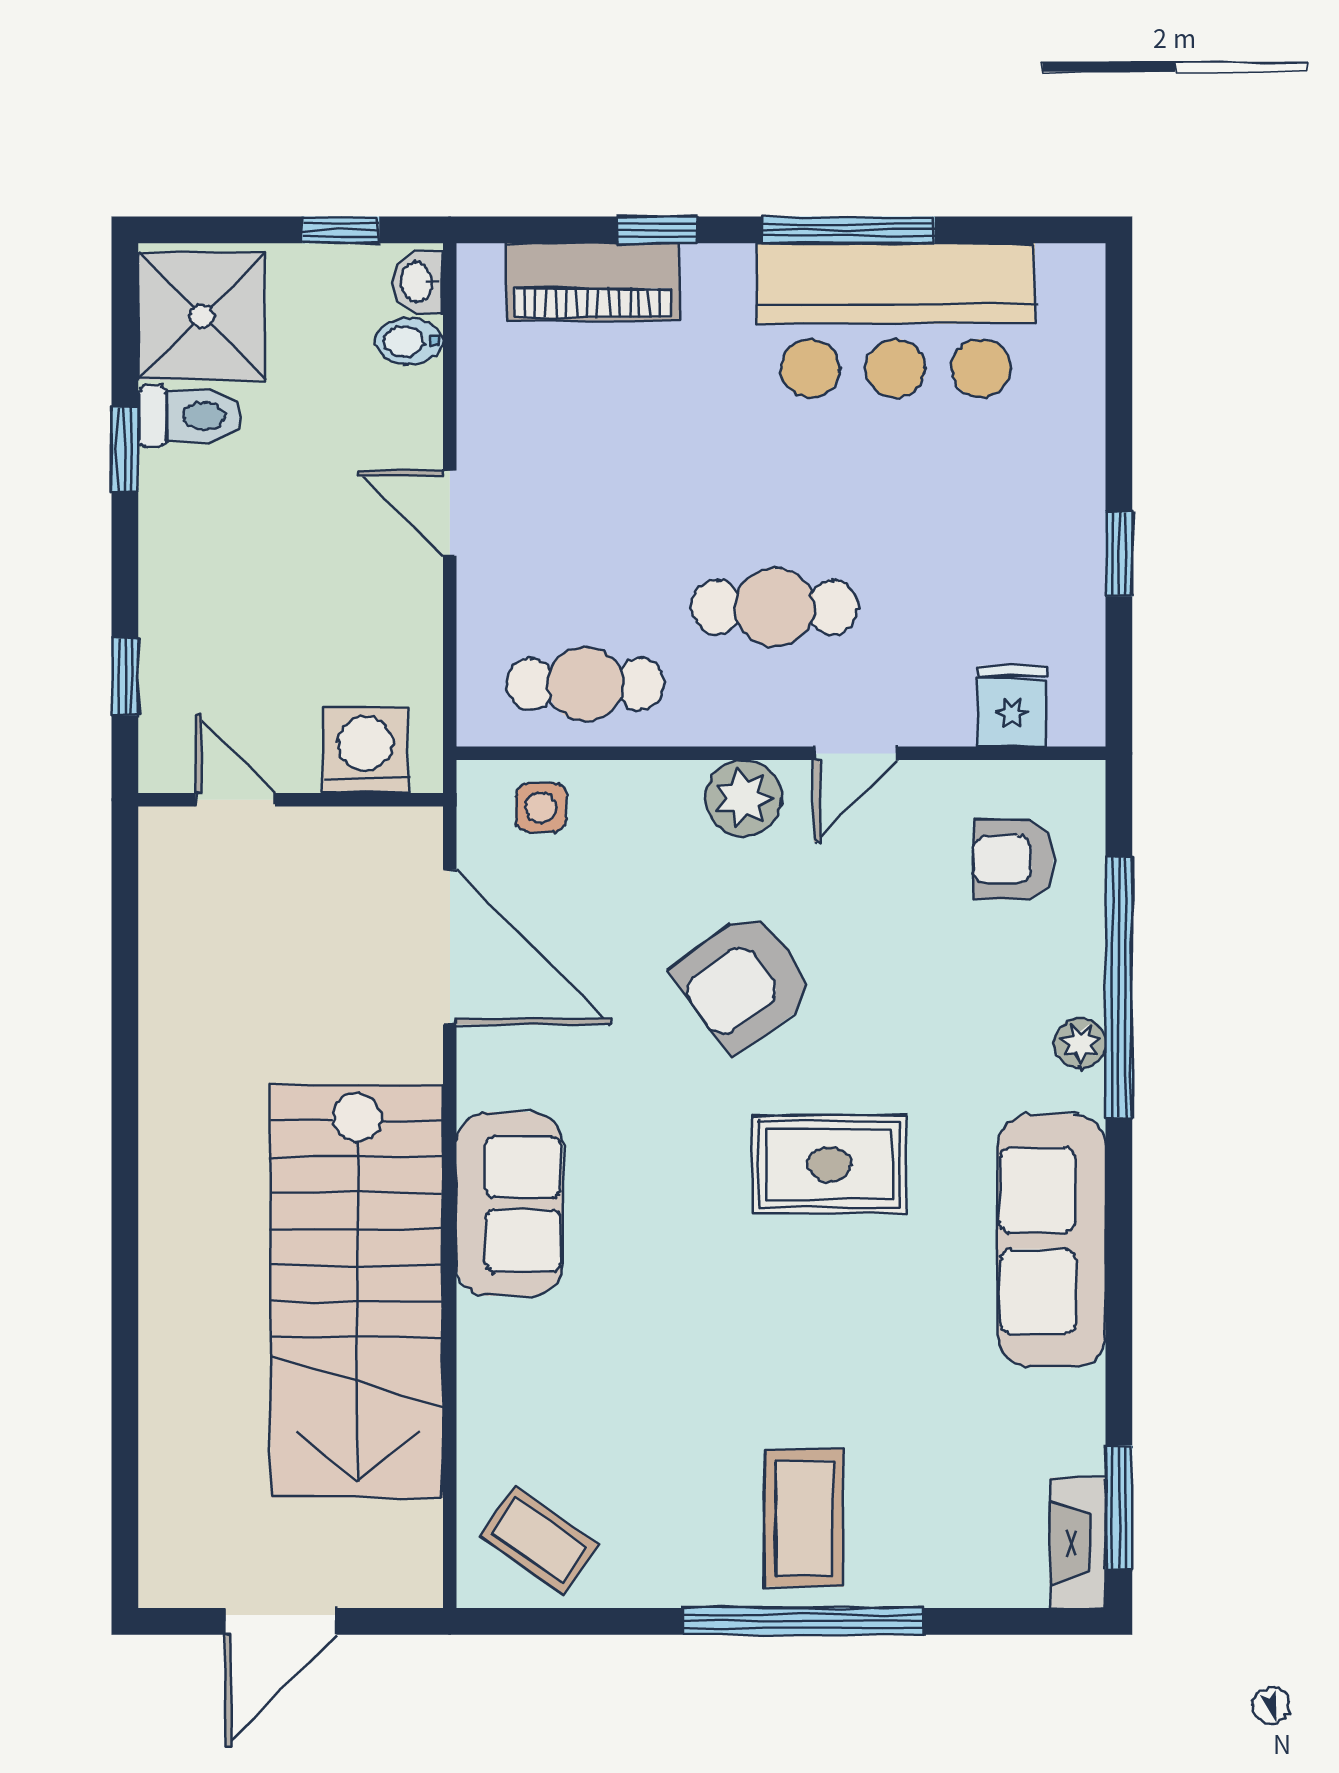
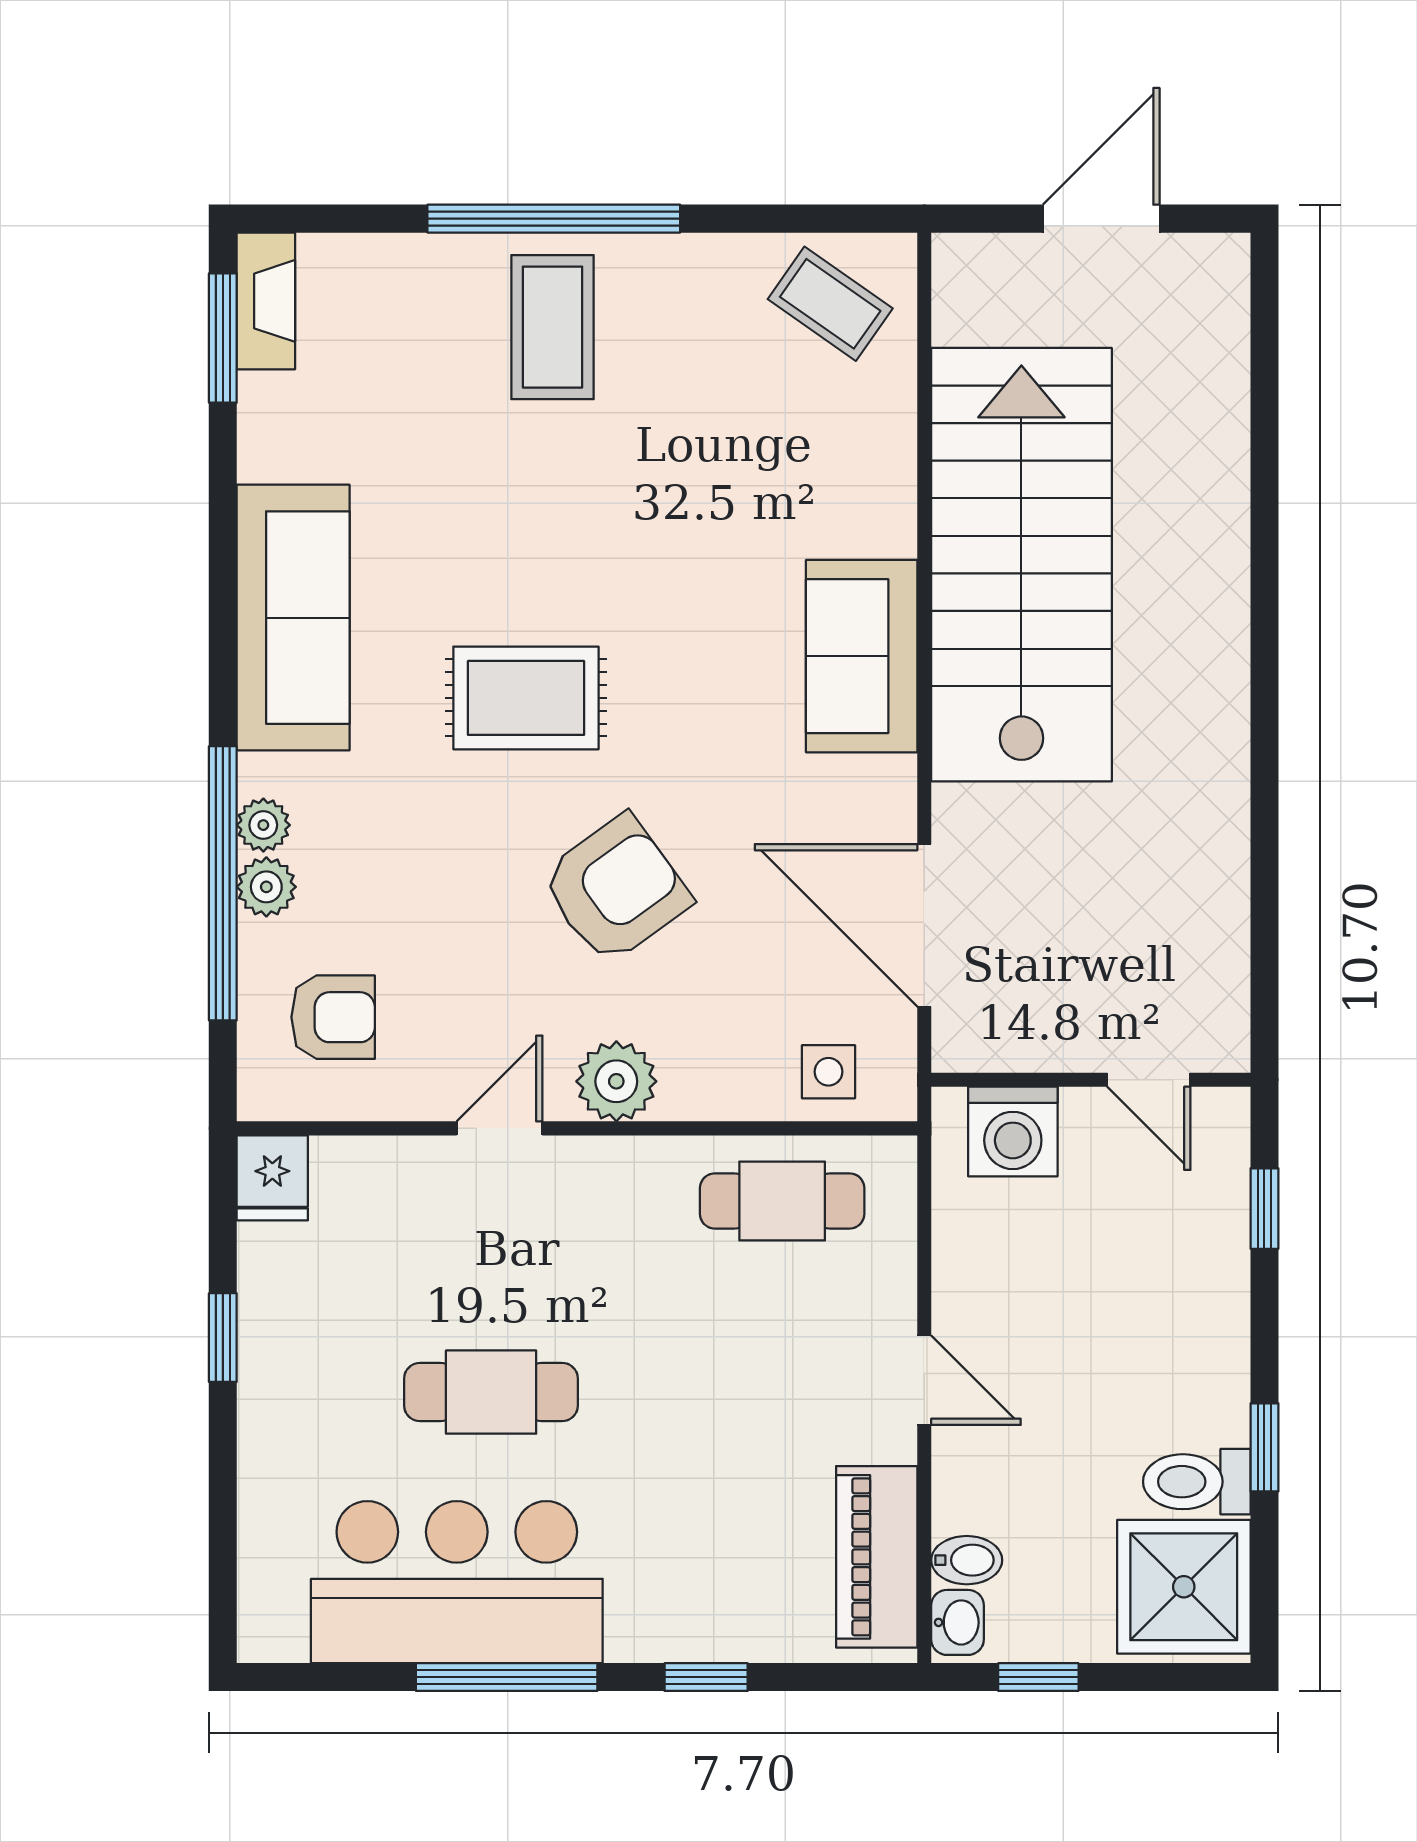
piano: (593, 282) -> (877, 1557), moved, turned -90
cafe table: (775, 607) -> (491, 1392), moved
fridge: (1012, 706) -> (272, 1178), moved
plant: (1077, 984) -> (266, 887), added

